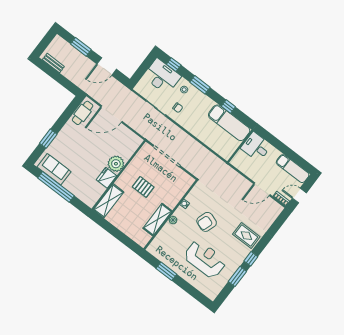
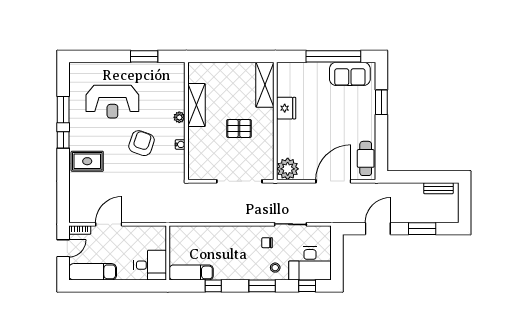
exam couch: (229, 123) -> (191, 272), width x0.73, depth x0.69
plant: (116, 164) -> (288, 169), moved

